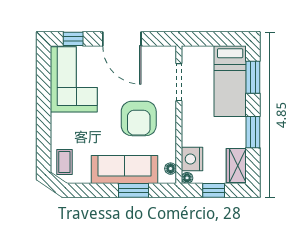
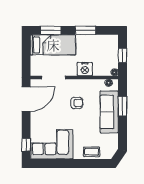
door: (122, 39) -> (26, 99), moved
armchair: (139, 118) -> (77, 103), width x0.53, depth x0.53
nightstand: (192, 159) -> (85, 69), moved
coffee table: (64, 162) -> (92, 152), moved
wardrobe: (236, 166) -> (107, 41), removed

